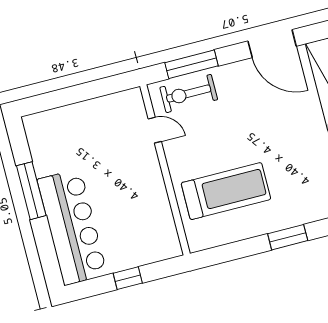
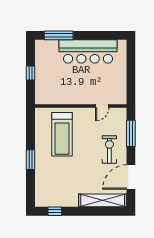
exercise bike: (189, 93) -> (109, 149), moved
window: (31, 191) -> (59, 35), moved
bar counter: (72, 227) -> (88, 51), moved

